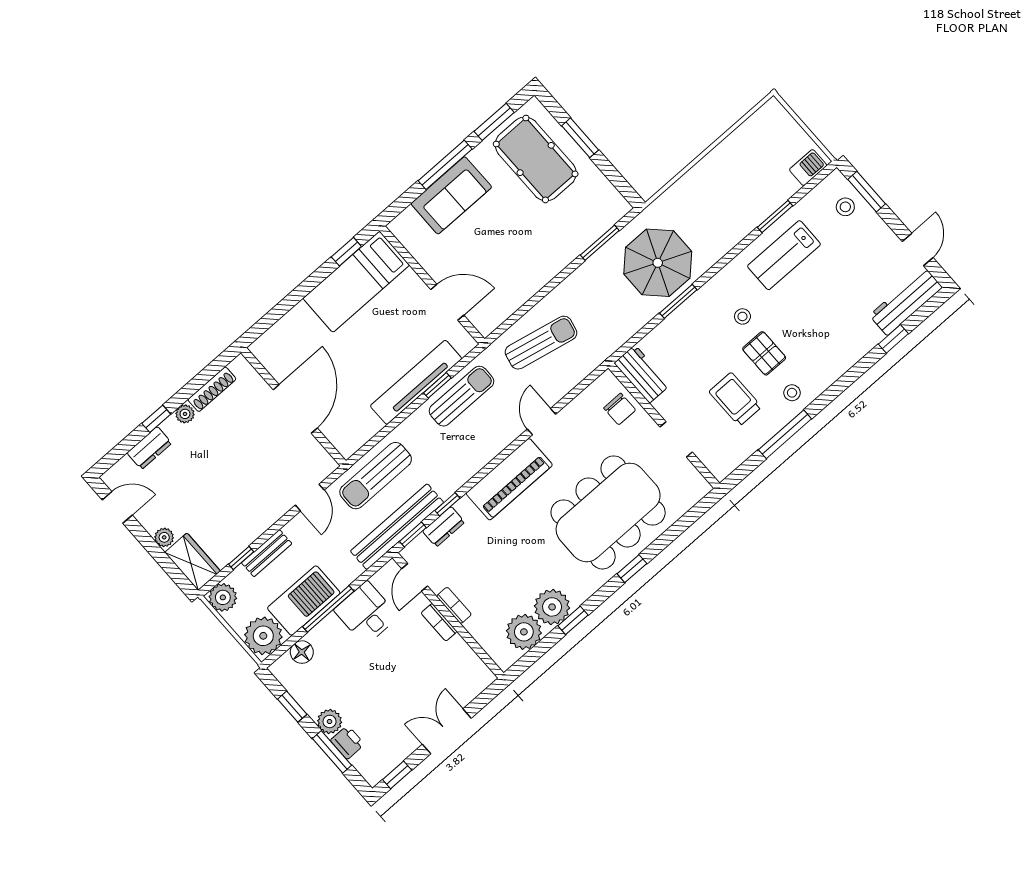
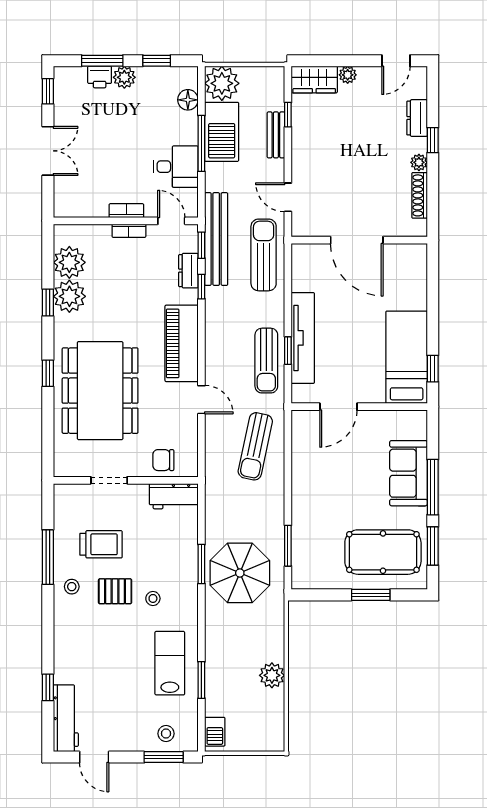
plant: (223, 597) -> (272, 675), moved

